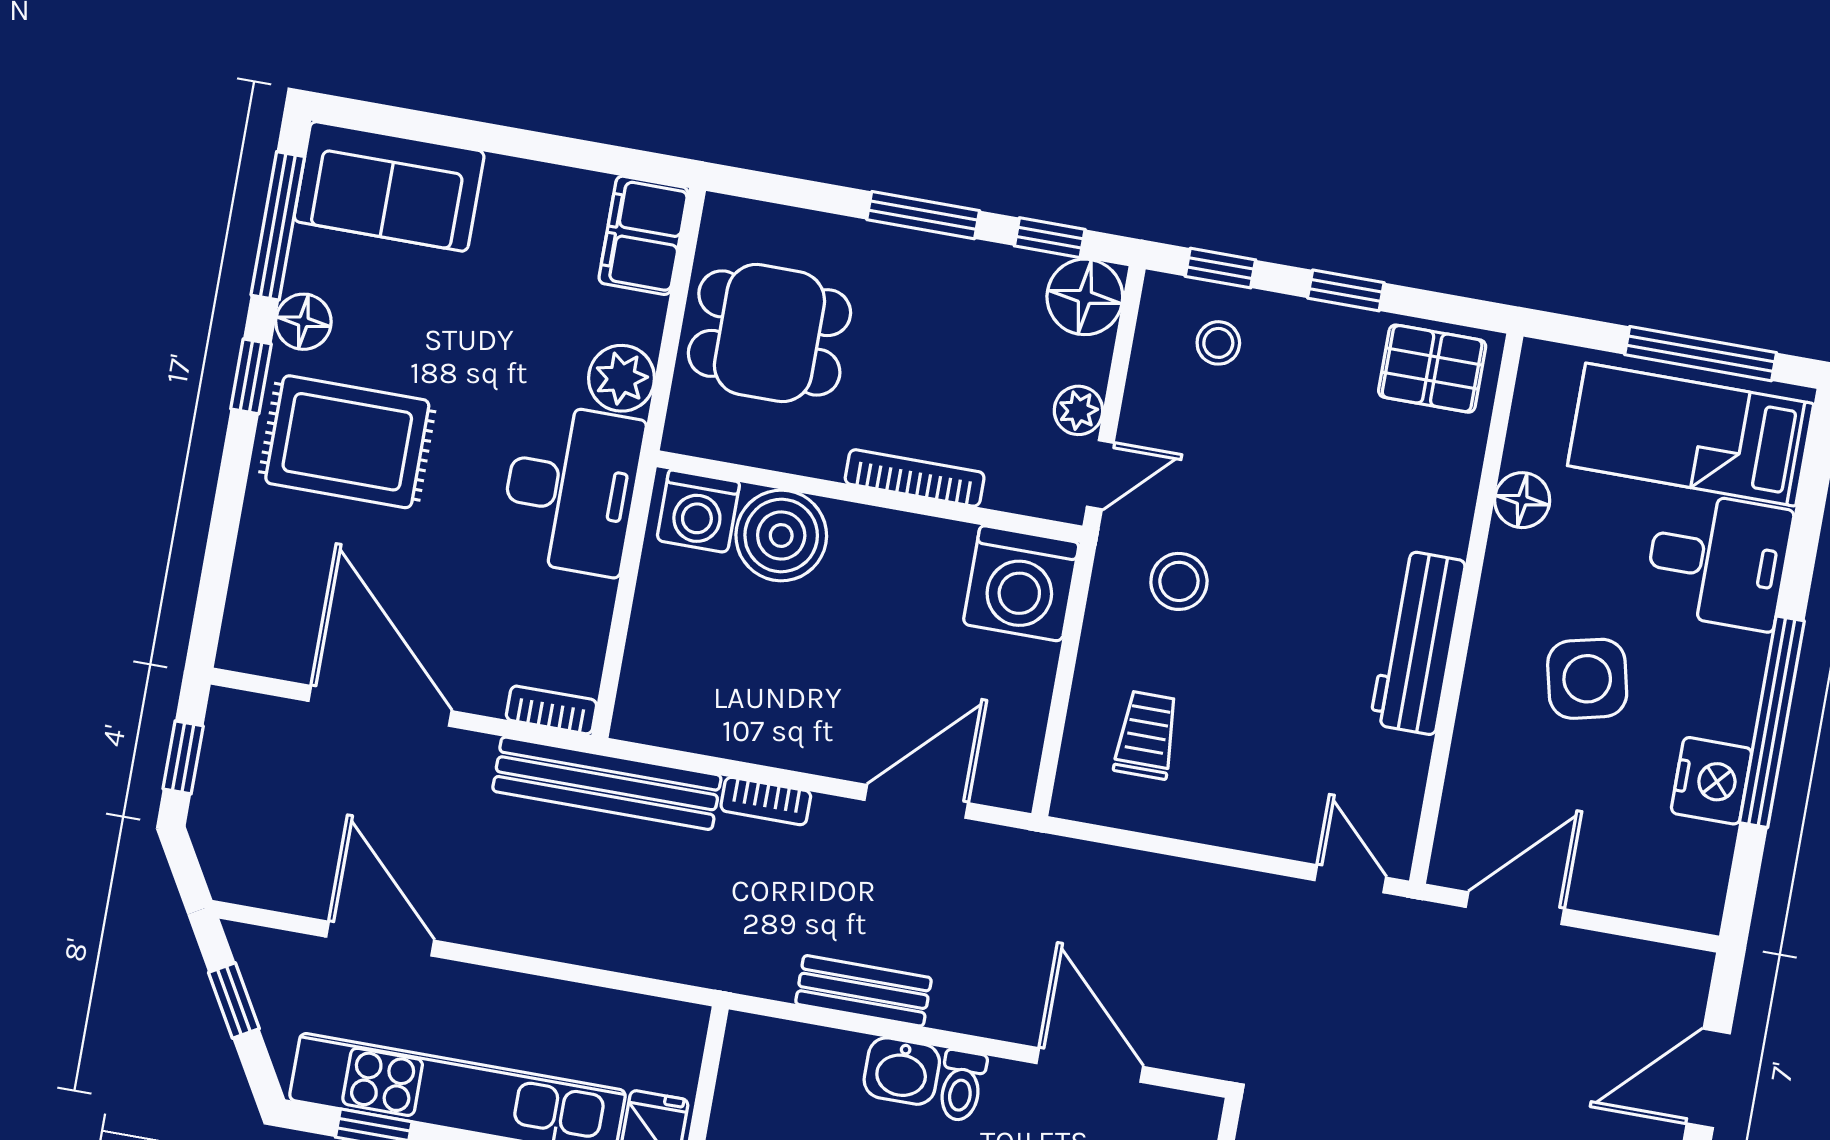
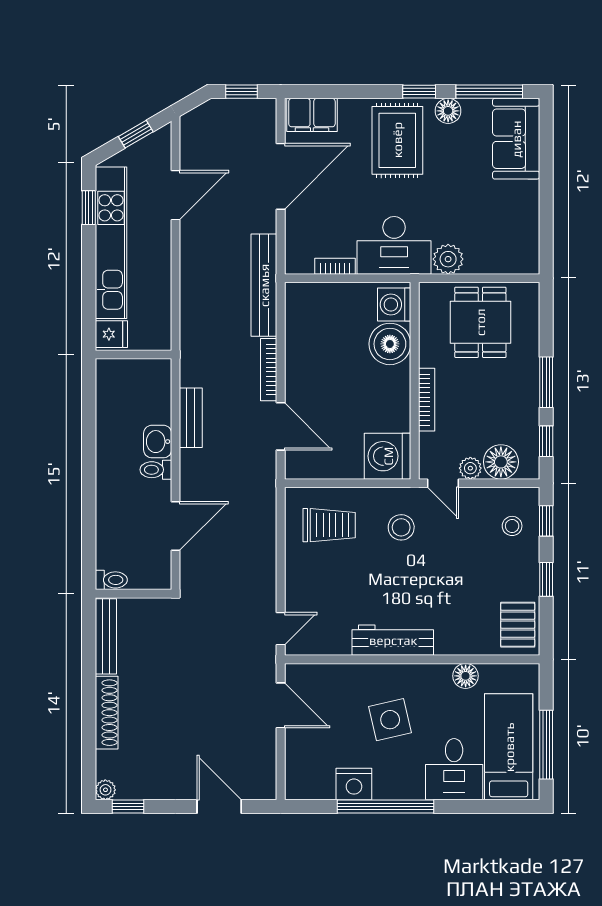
filing cabinet: (643, 235) -> (312, 115), moved, turned 180
floor lamp: (1085, 297) -> (501, 462), moved
bookcase: (551, 710) -> (335, 266), moved, turned -90
trolley: (1147, 735) -> (329, 525), width x1.36, depth x1.39
bookcase: (766, 801) -> (269, 370), width x1.56

